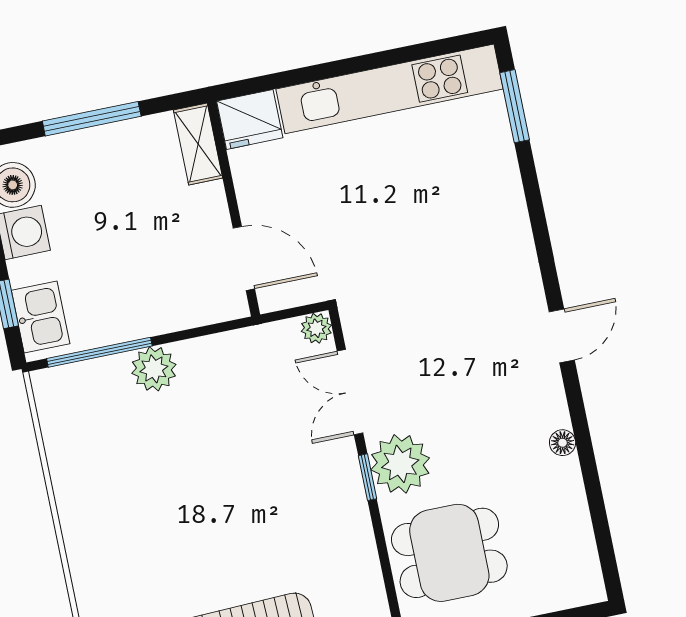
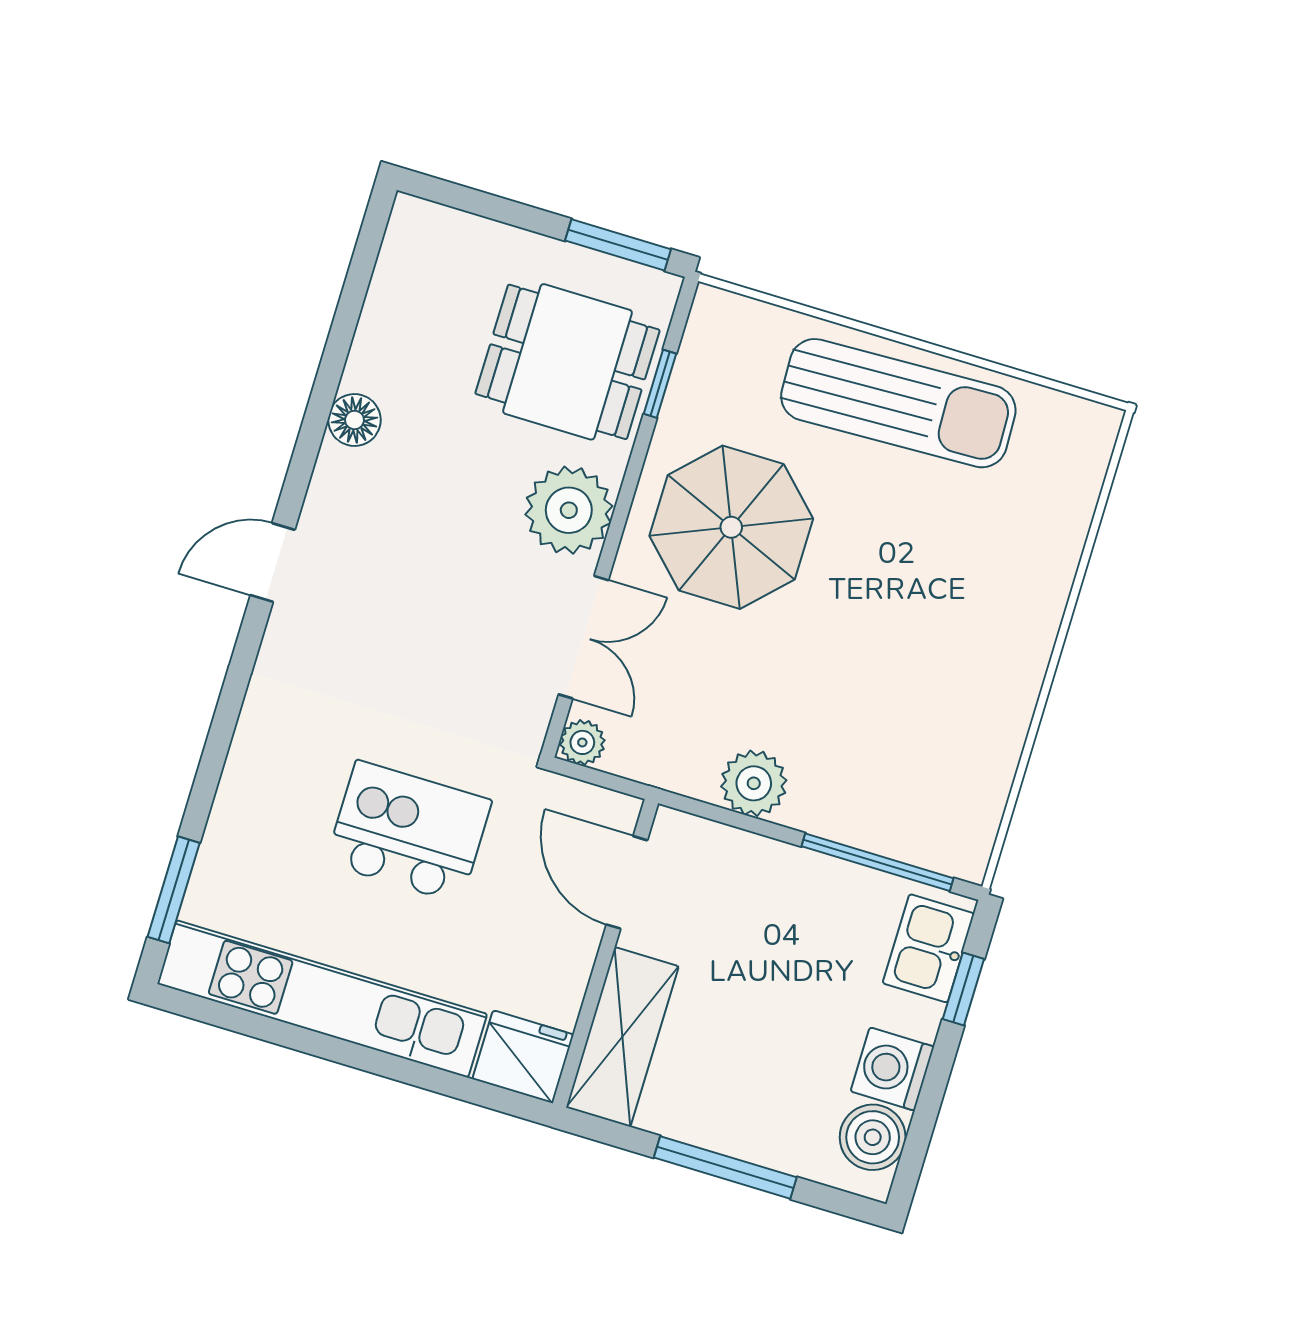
shelving: (198, 144) -> (622, 1037), width x1.50, depth x1.33
kitchen island: (392, 218) -> (409, 832), added
plant: (154, 369) -> (754, 783), moved
floor lamp: (563, 443) -> (354, 420), width x1.37, depth x1.37
window: (367, 477) -> (660, 384), moved
parasol: (297, 507) -> (731, 527), added

